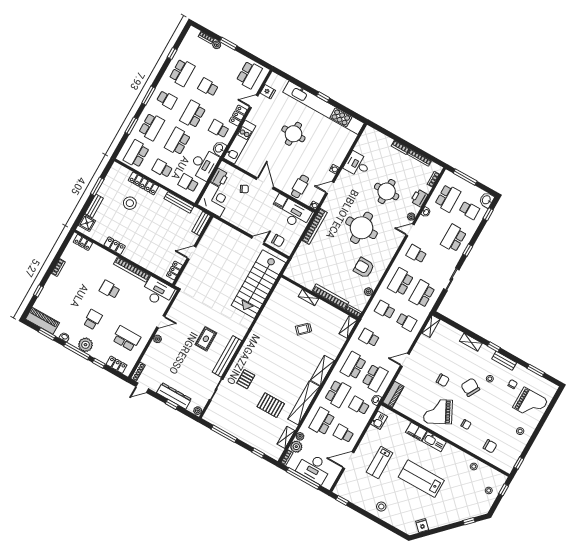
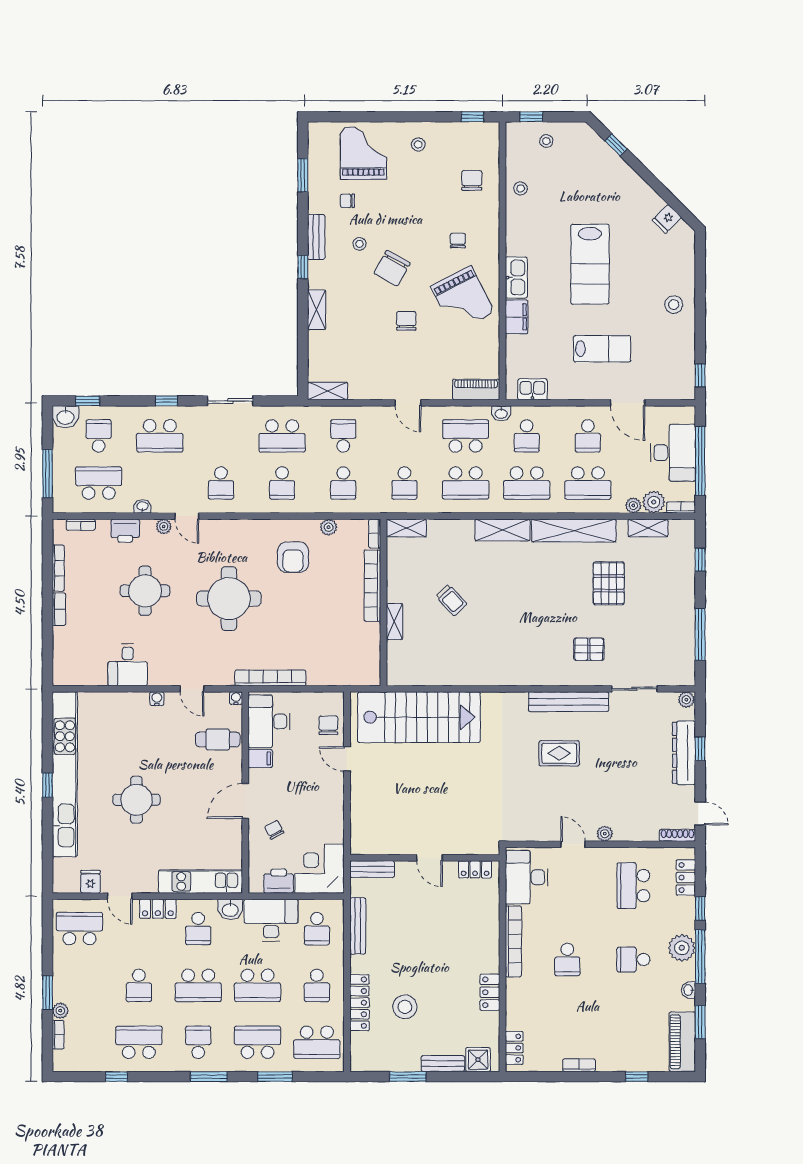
school desk: (401, 282) -> (282, 483), width x0.54
school desk: (338, 394) -> (527, 483), turned 180

